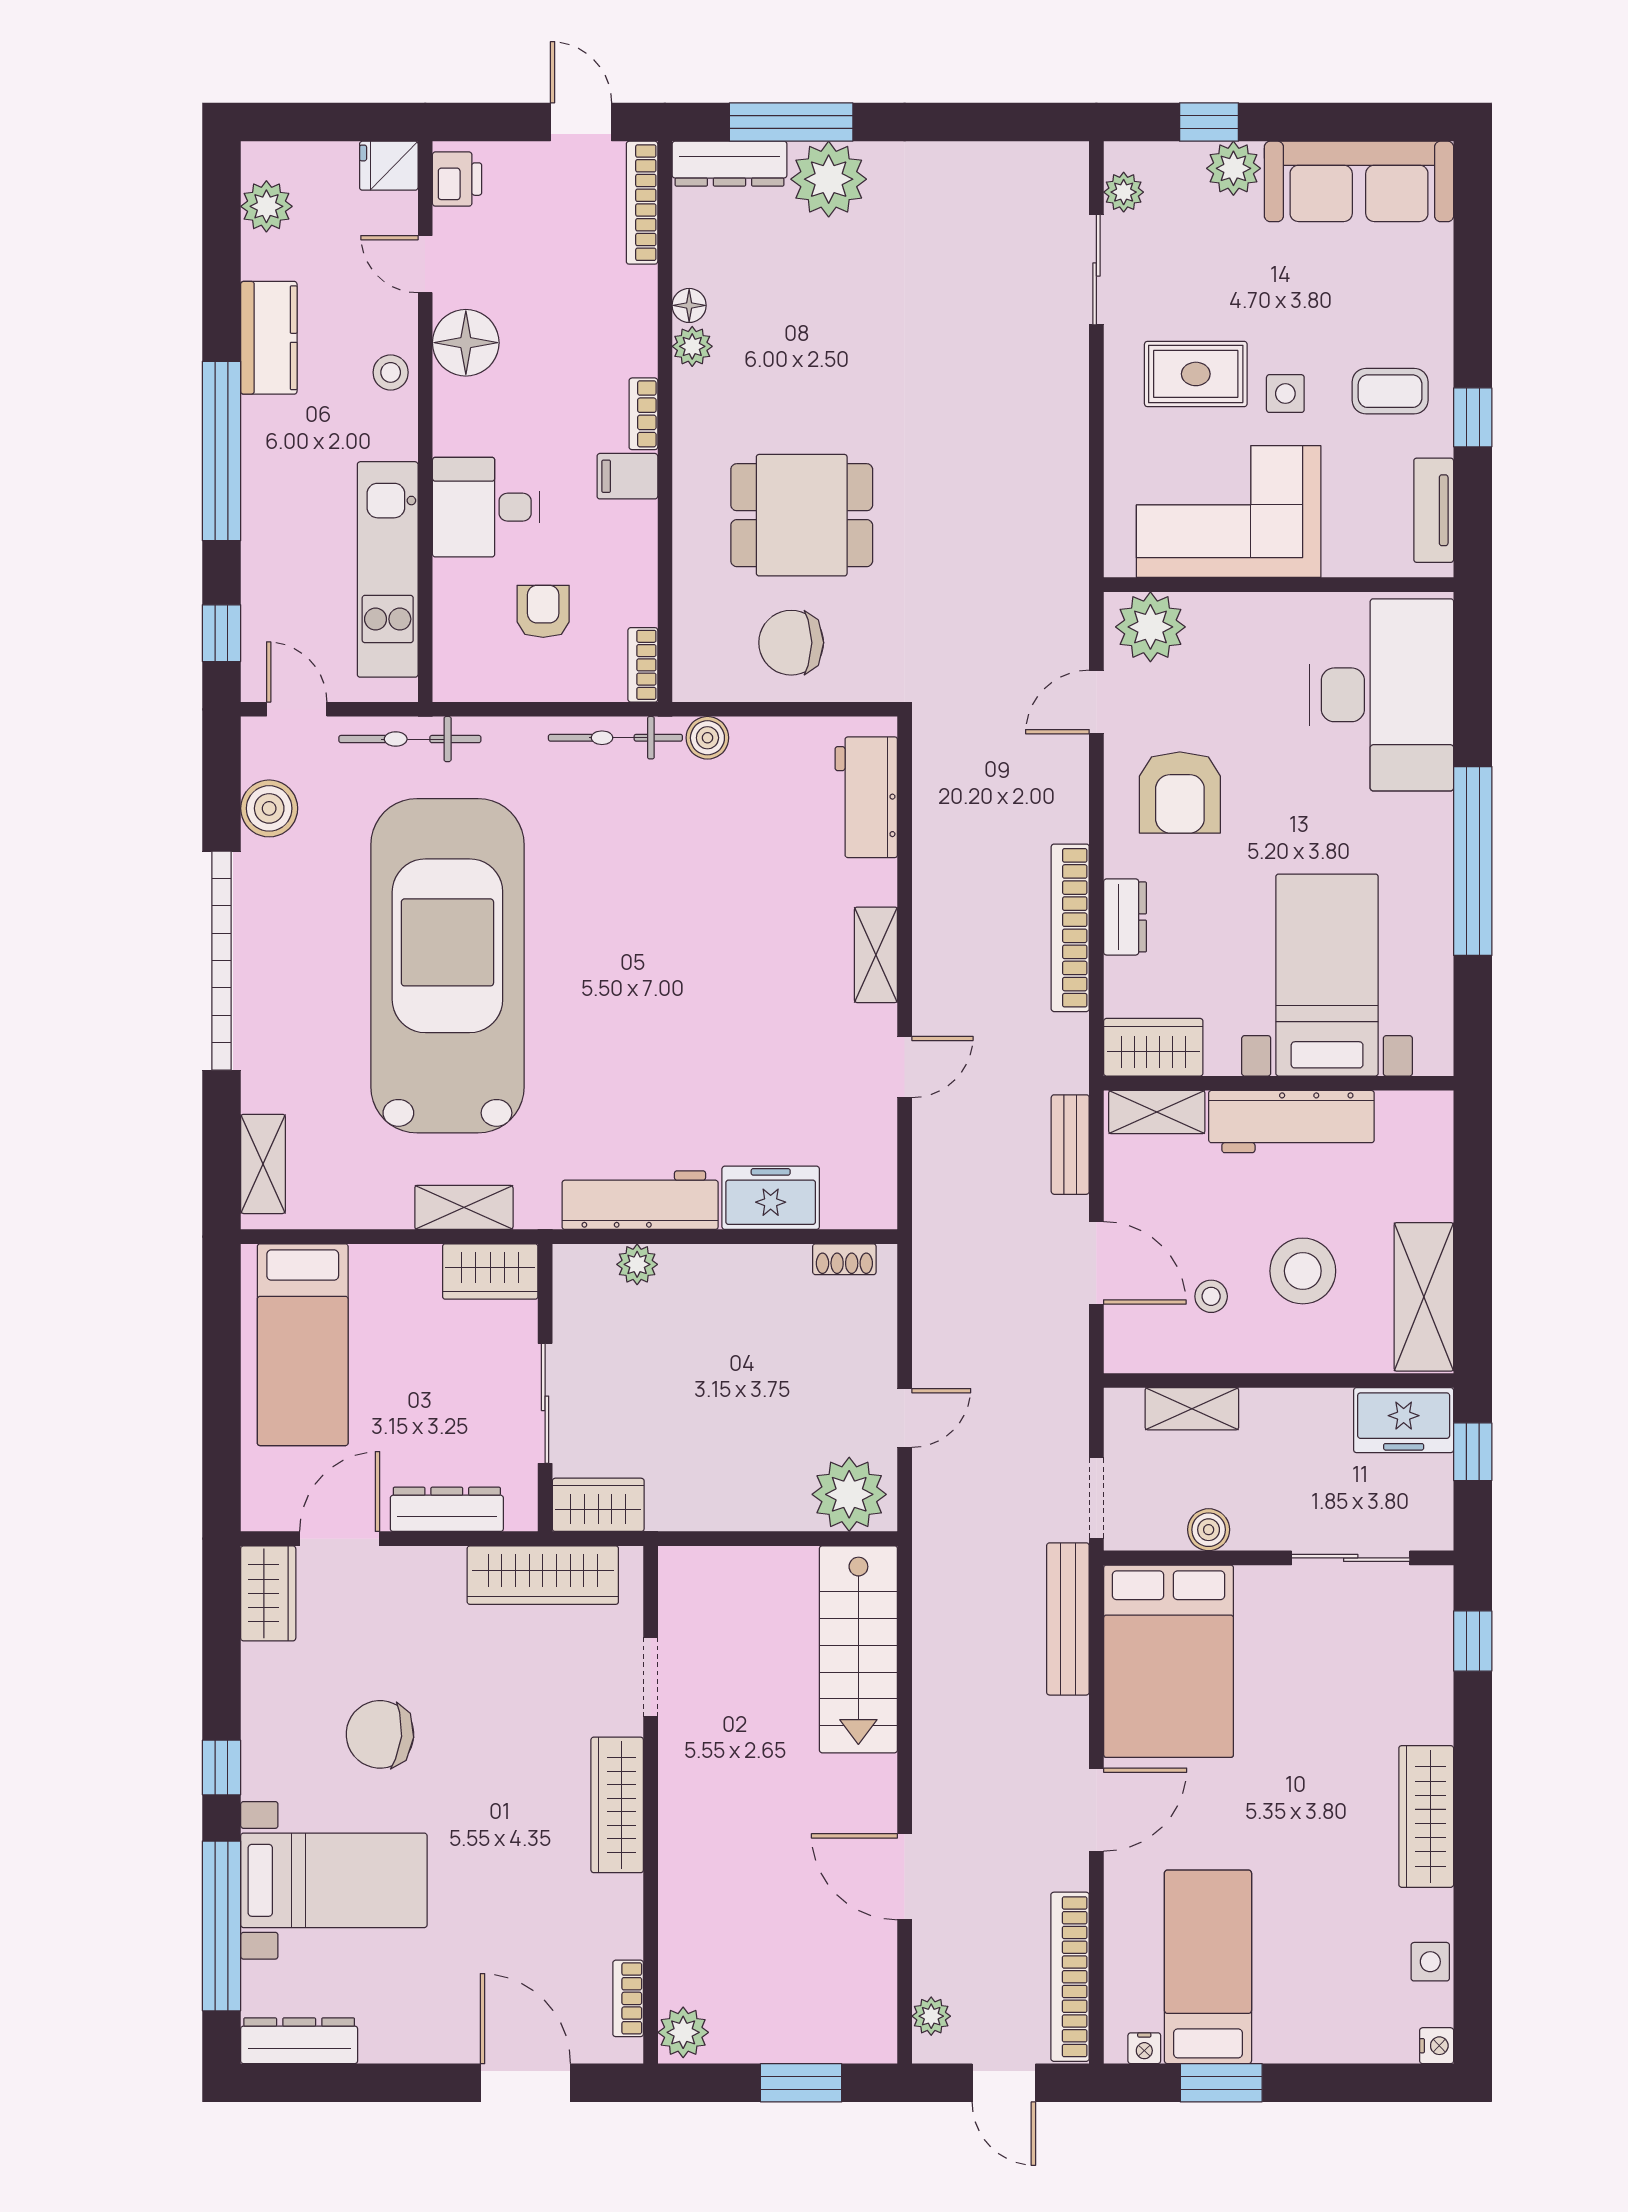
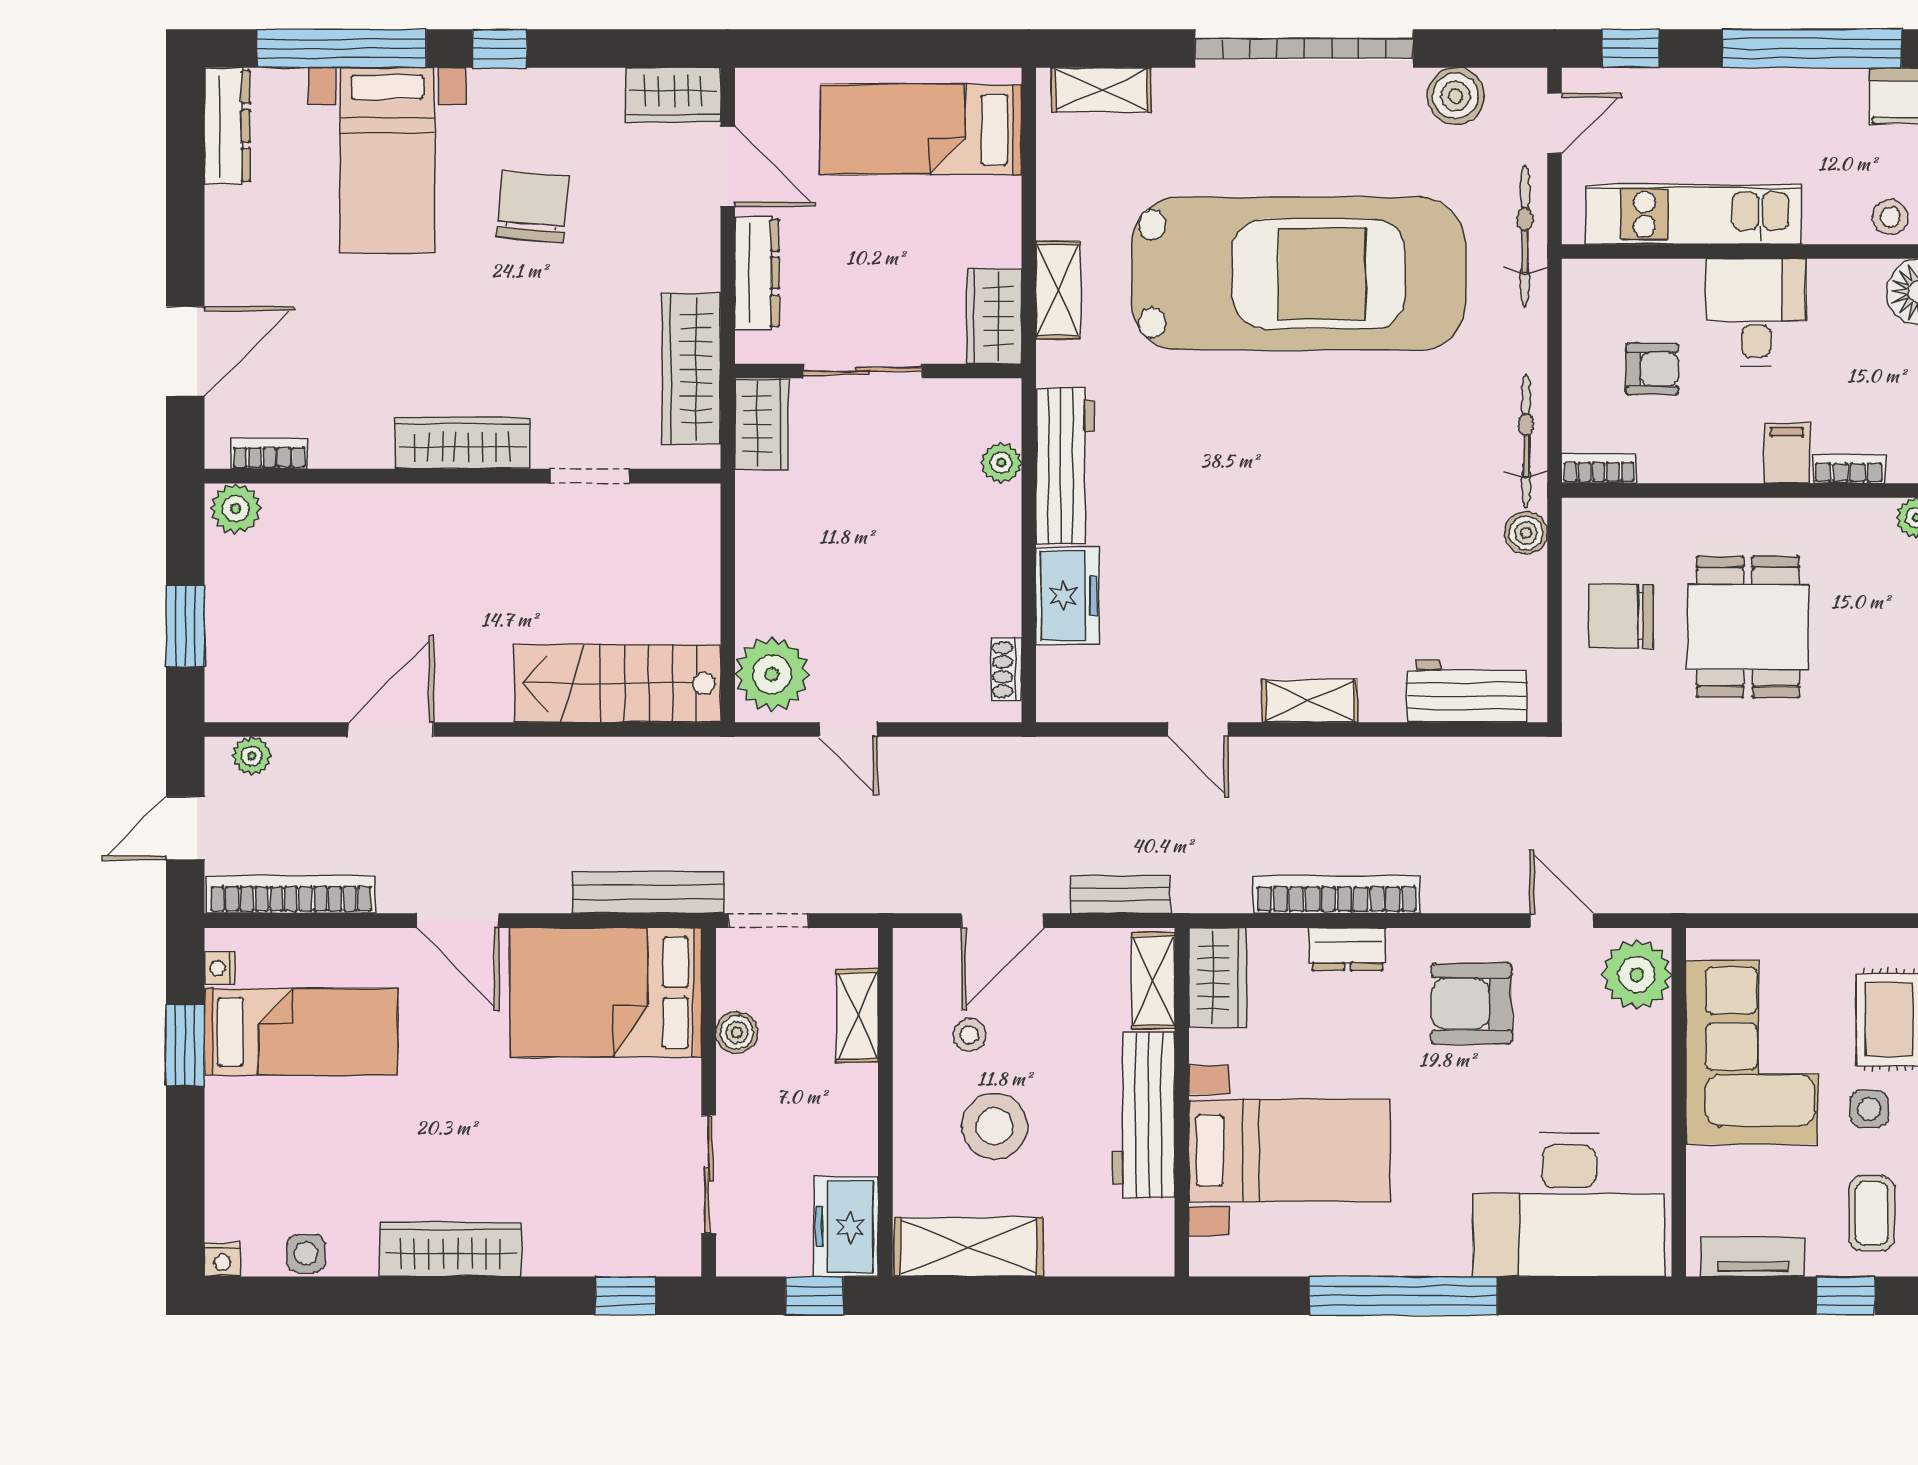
chair: (791, 643) -> (1621, 616), turned -90

